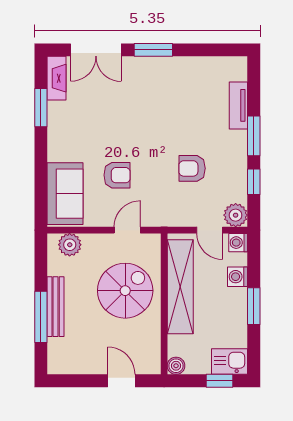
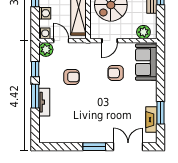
fireplace: (57, 78) -> (151, 120), moved
tv unit: (238, 105) -> (44, 102), moved

